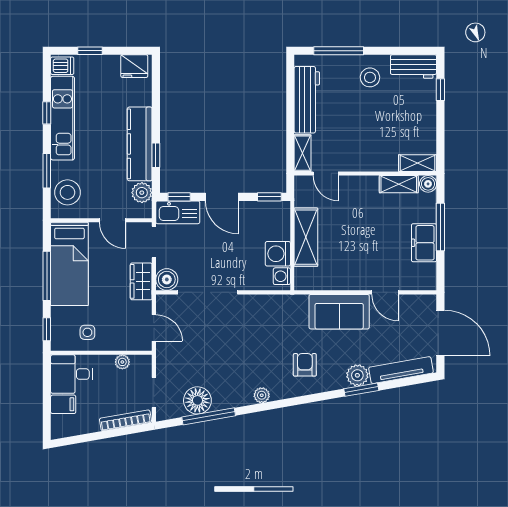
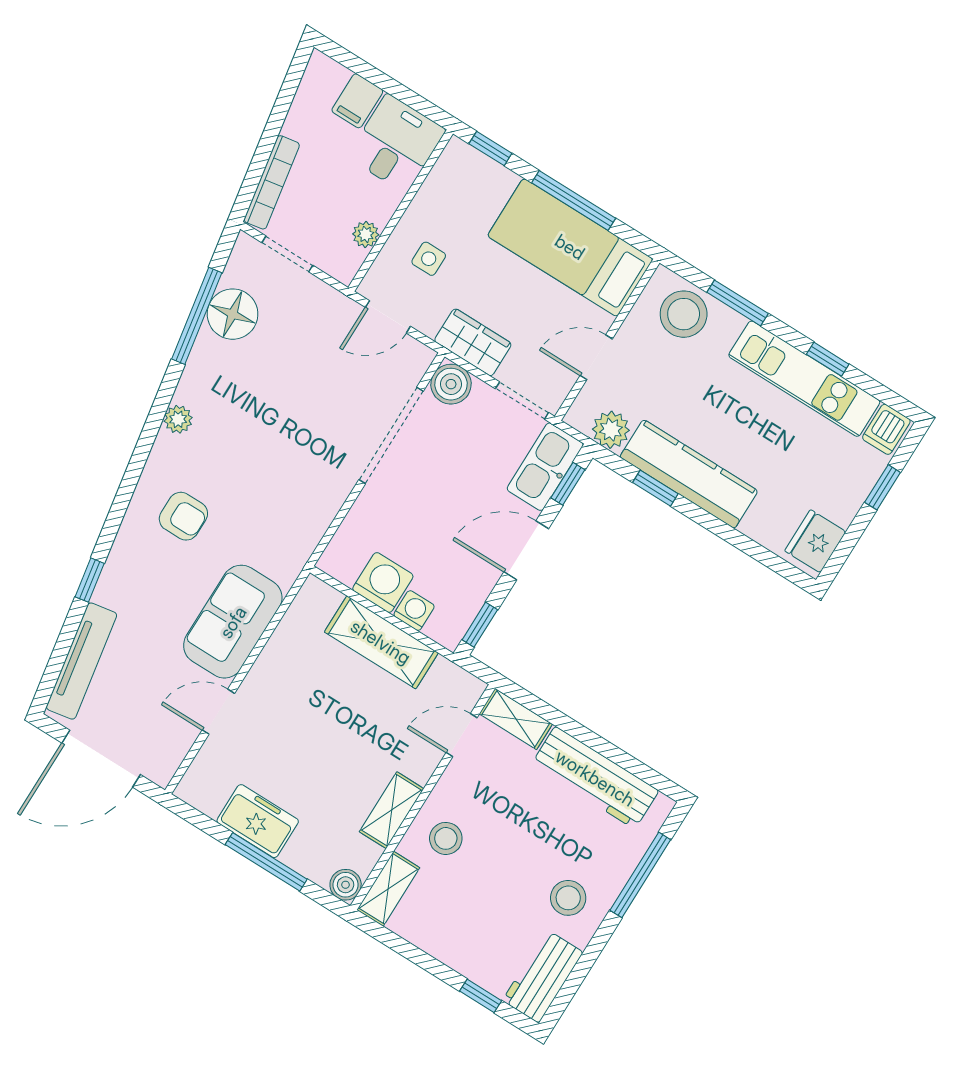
stool: (378, 151) -> (446, 838), added
shelving: (399, 184) -> (392, 810), moved
washing machine: (282, 276) -> (414, 611), moved
side table: (87, 332) -> (429, 259), moved
plant: (357, 375) -> (116, 588), removed
window: (361, 390) -> (90, 580), width x0.67

